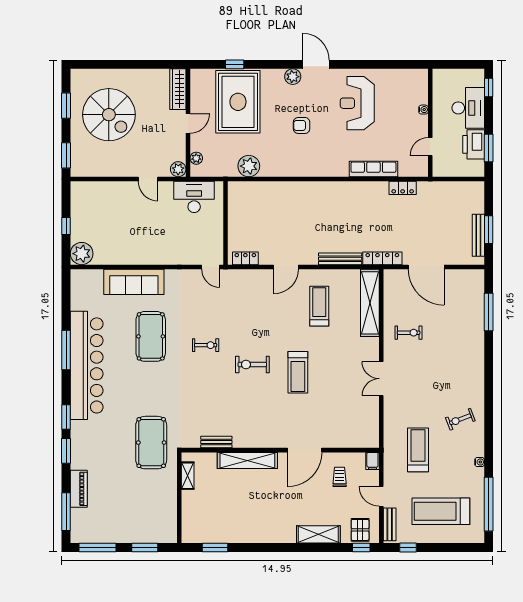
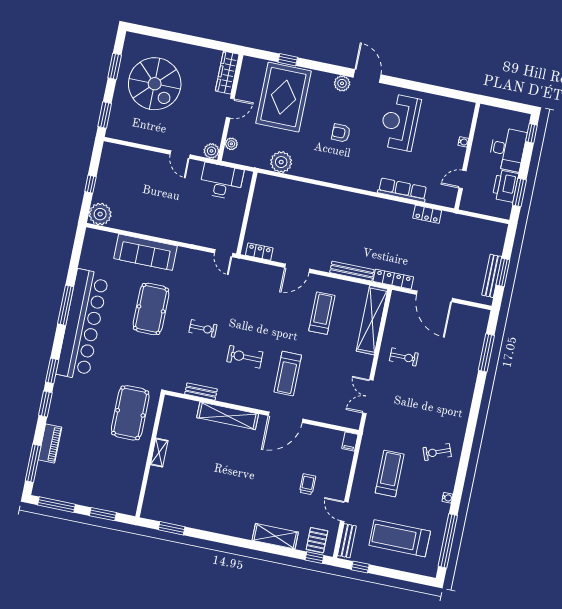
bench: (216, 442) -> (201, 392), moved
wall: (280, 450) -> (262, 412), moved
door: (305, 450) -> (286, 417), moved
shelving: (247, 460) -> (228, 416), moved
filing cabinet: (372, 461) -> (350, 441), moved

